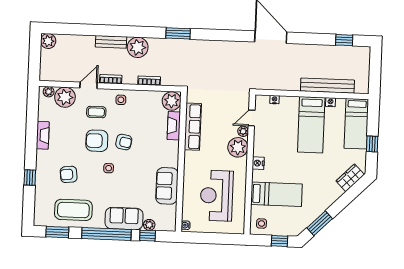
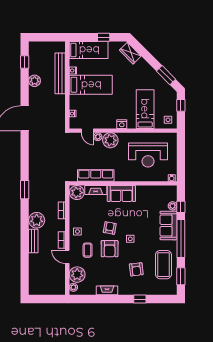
plant: (48, 41) -> (35, 81), moved
sofa: (167, 186) -> (121, 194), moved

